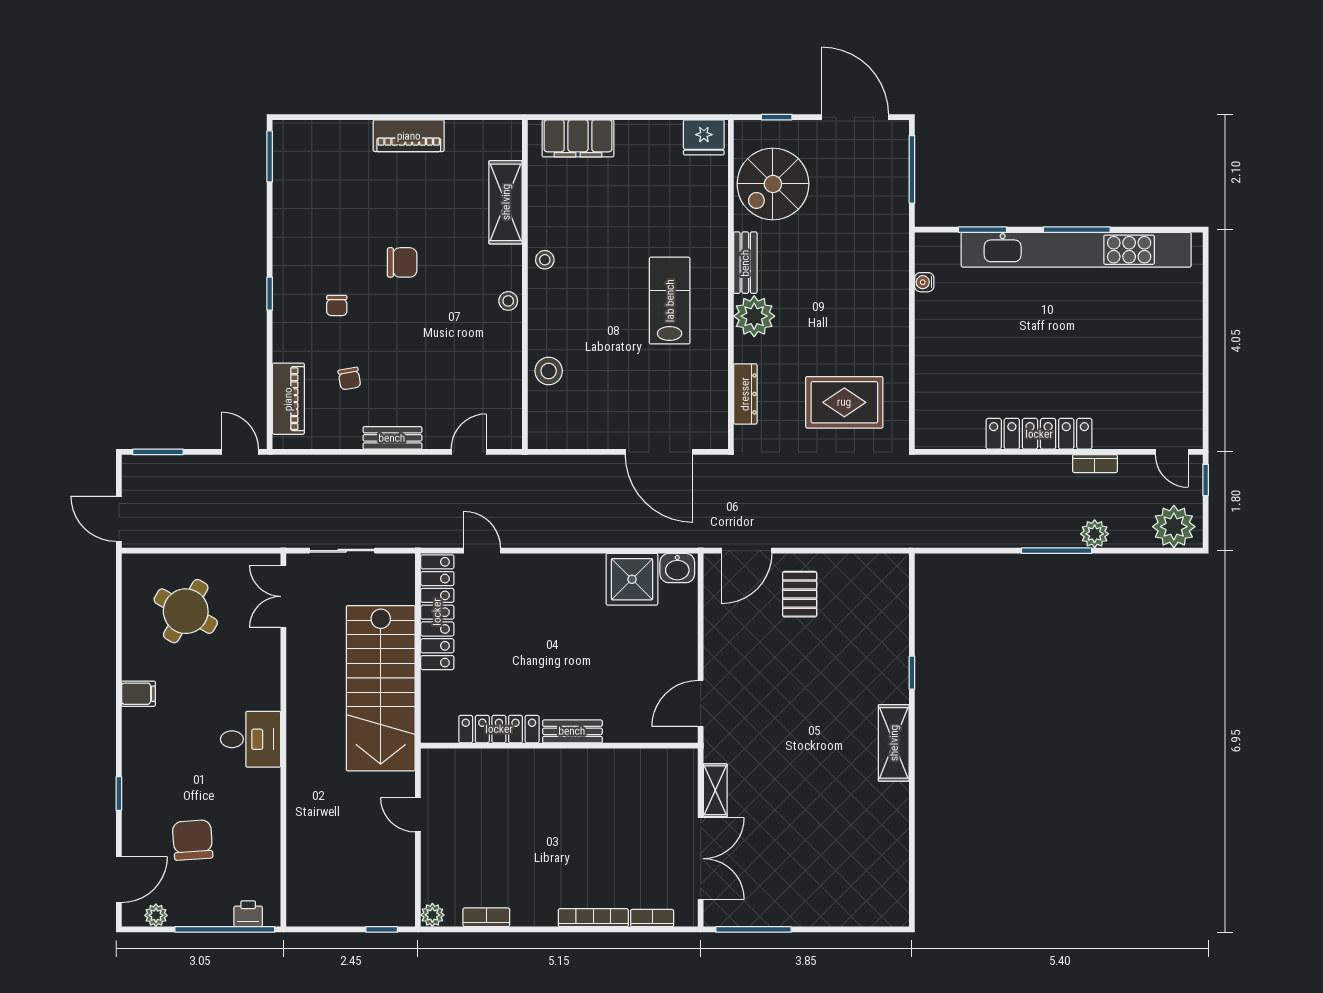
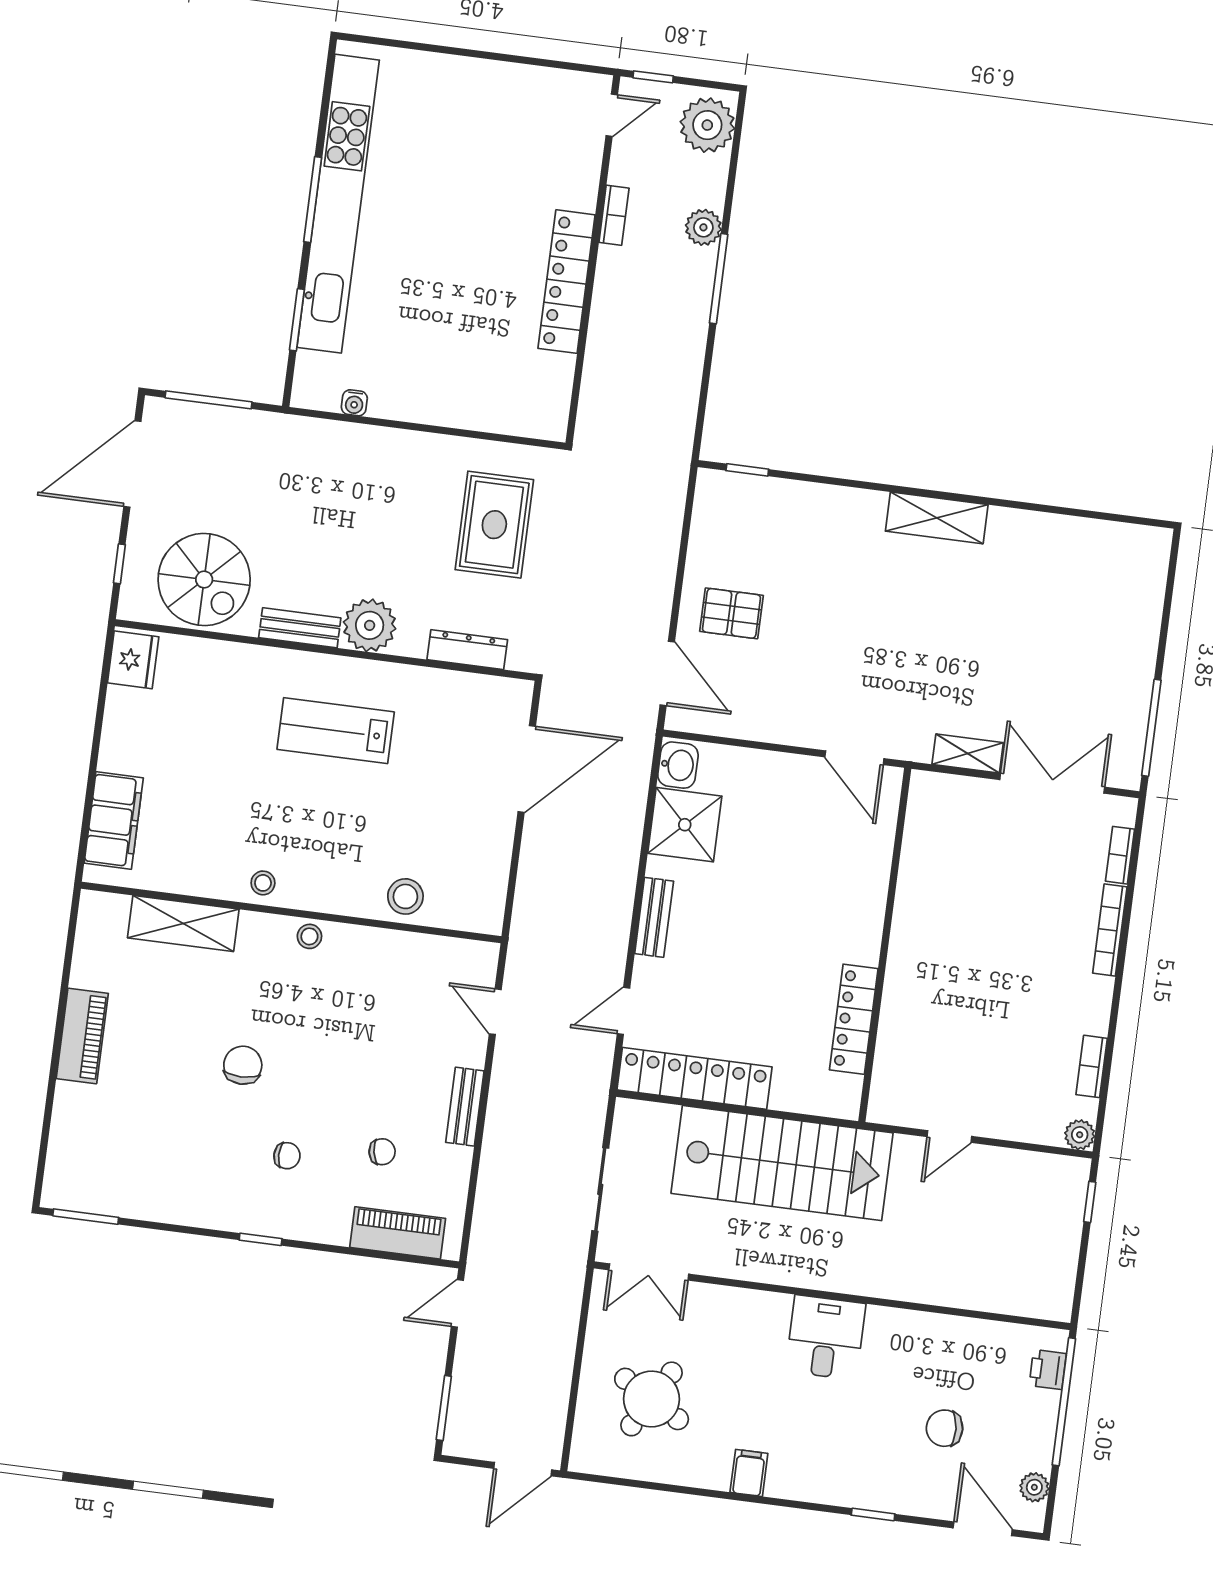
window: (912, 673) -> (747, 470), moved
bench: (572, 731) -> (654, 917), moved
chair: (193, 840) -> (944, 1428), width x0.73, depth x0.73

